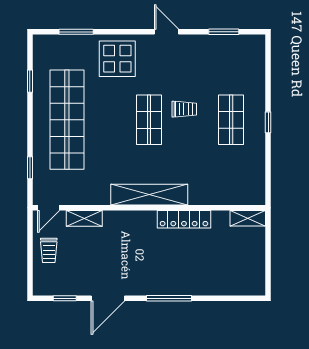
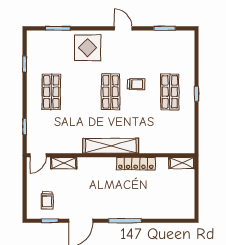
shop shelf: (67, 120) -> (51, 92), width x0.50, depth x0.74
trolley: (49, 250) -> (47, 200), moved

